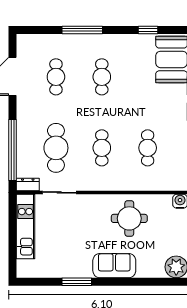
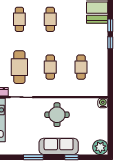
round table: (129, 218) -> (57, 115), moved
sofa: (114, 266) -> (59, 146), width x1.36
window: (133, 282) -> (72, 157), added

